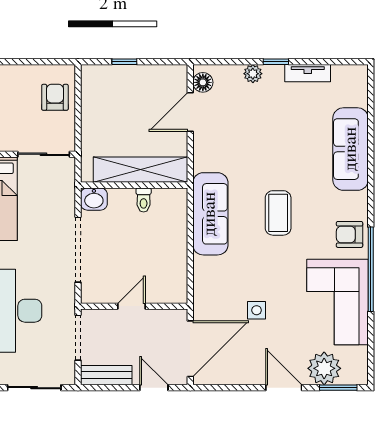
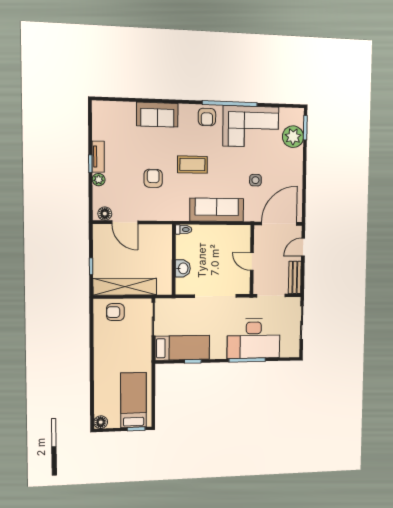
tv unit: (308, 73) -> (98, 157), moved
sofa: (351, 149) -> (157, 115), width x0.73
armchair: (256, 154) -> (153, 178), added
shelving: (140, 170) -> (125, 287), moved, turned 90
washbasin: (94, 199) -> (183, 268), moved
toilet: (144, 200) -> (184, 230), moved
sofa: (210, 214) -> (217, 210), moved
door: (190, 349) -> (279, 224), hinge flipped
door: (284, 388) -> (305, 163), removed

